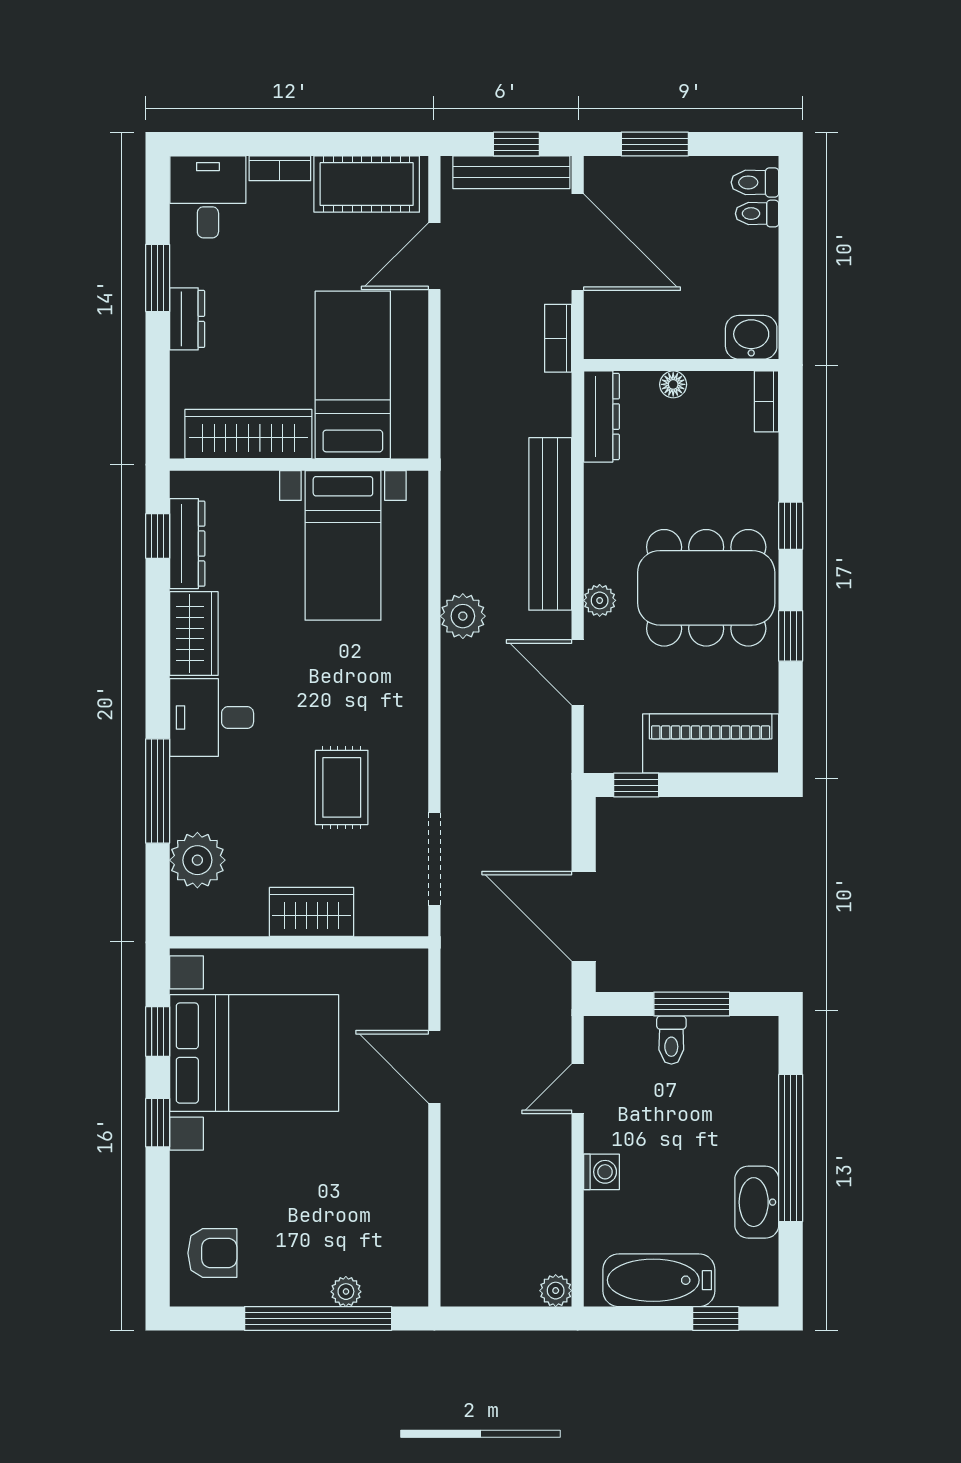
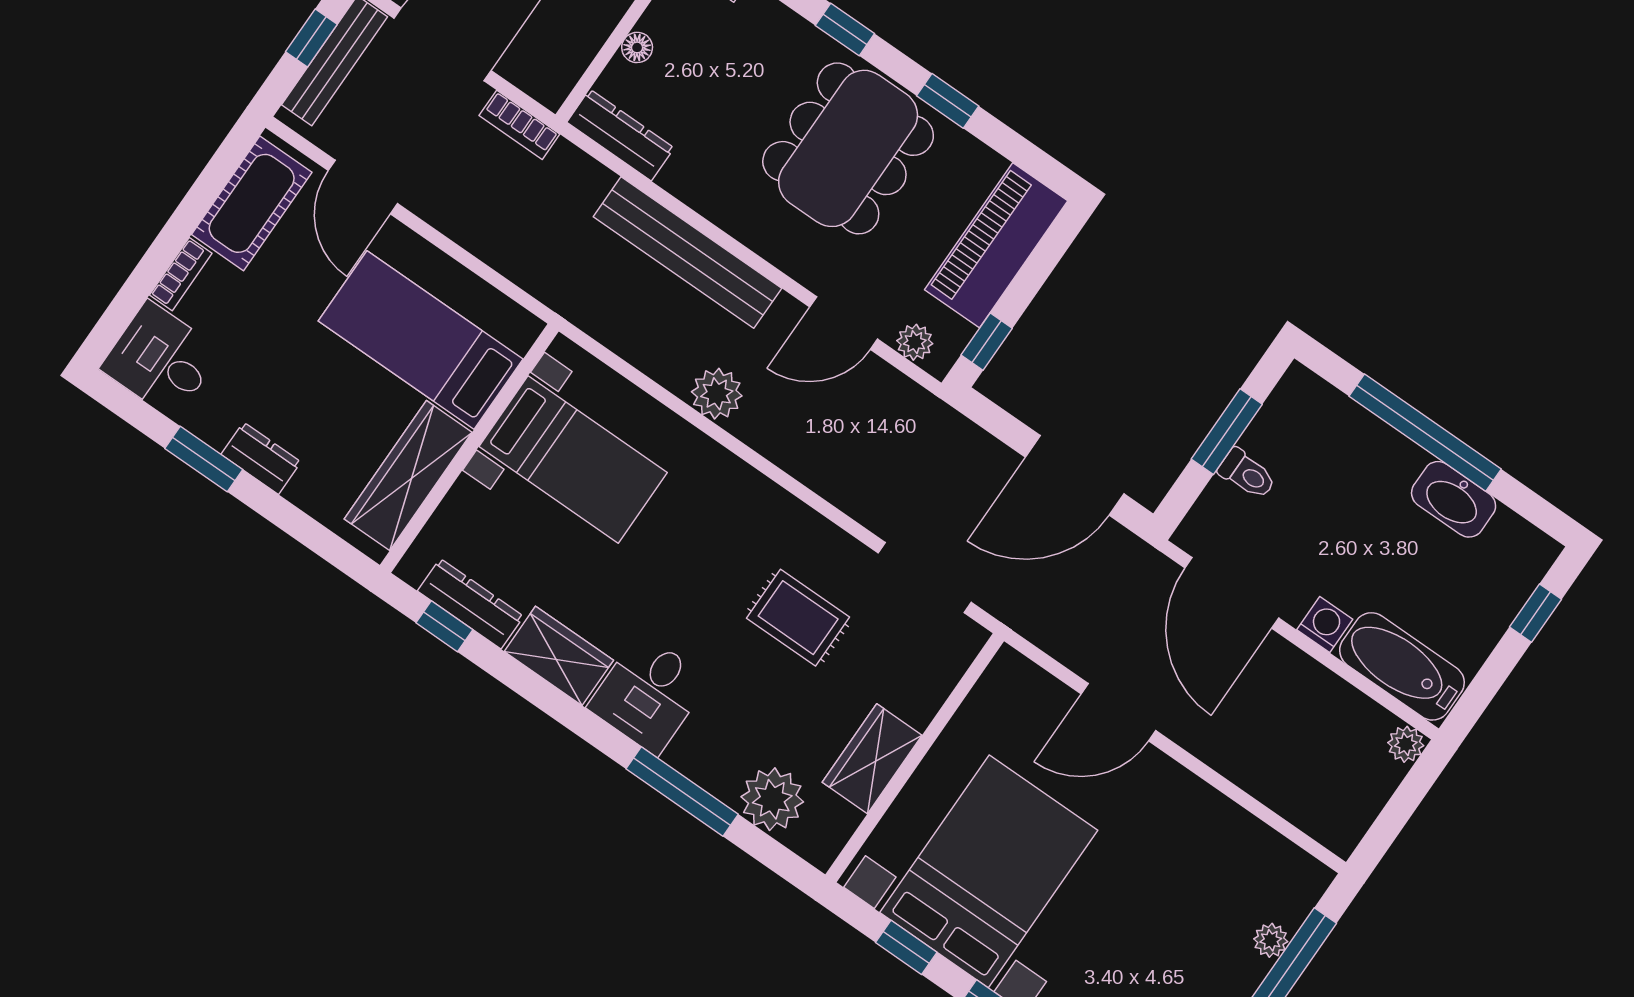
plant: (600, 600) -> (915, 342), moved
wardrobe: (312, 912) -> (872, 759), moved
door: (578, 1089) -> (1232, 593), width x1.88
bathtub: (659, 1280) -> (1402, 666), moved, turned 90

